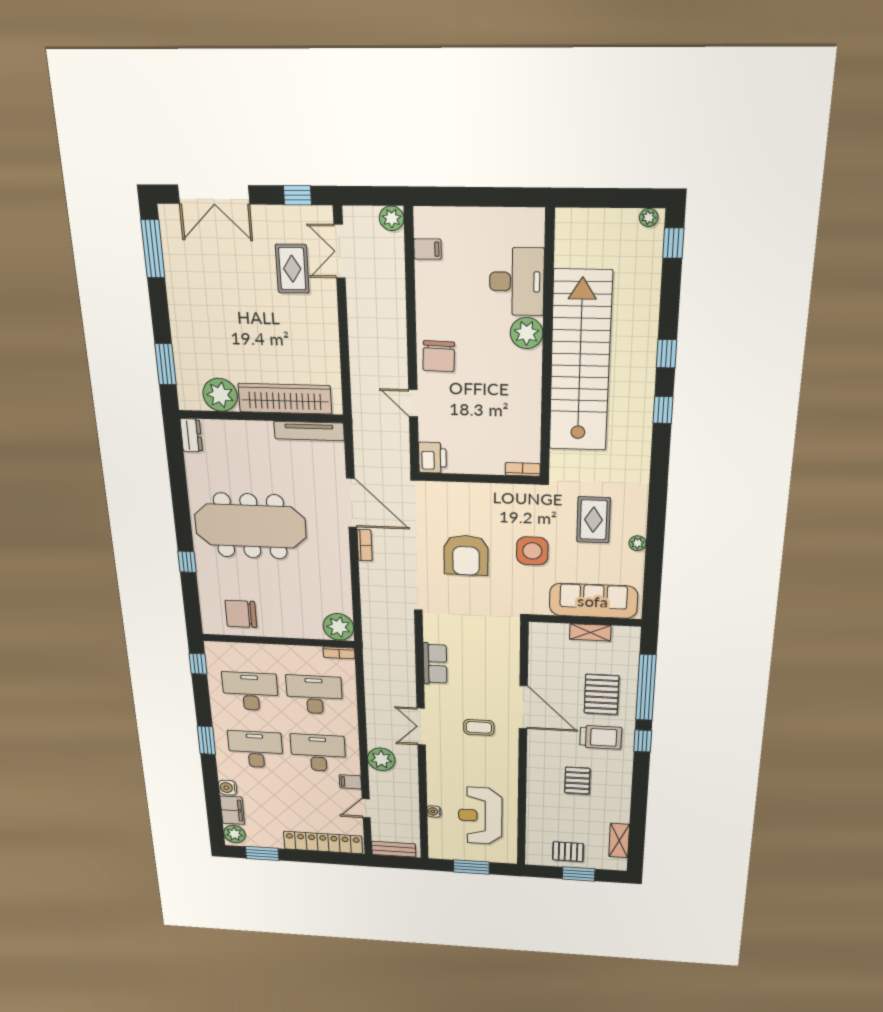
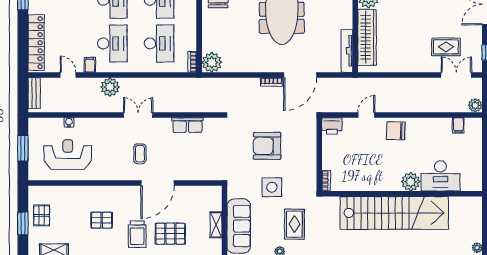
rug: (593, 520) -> (294, 224), turned 90

